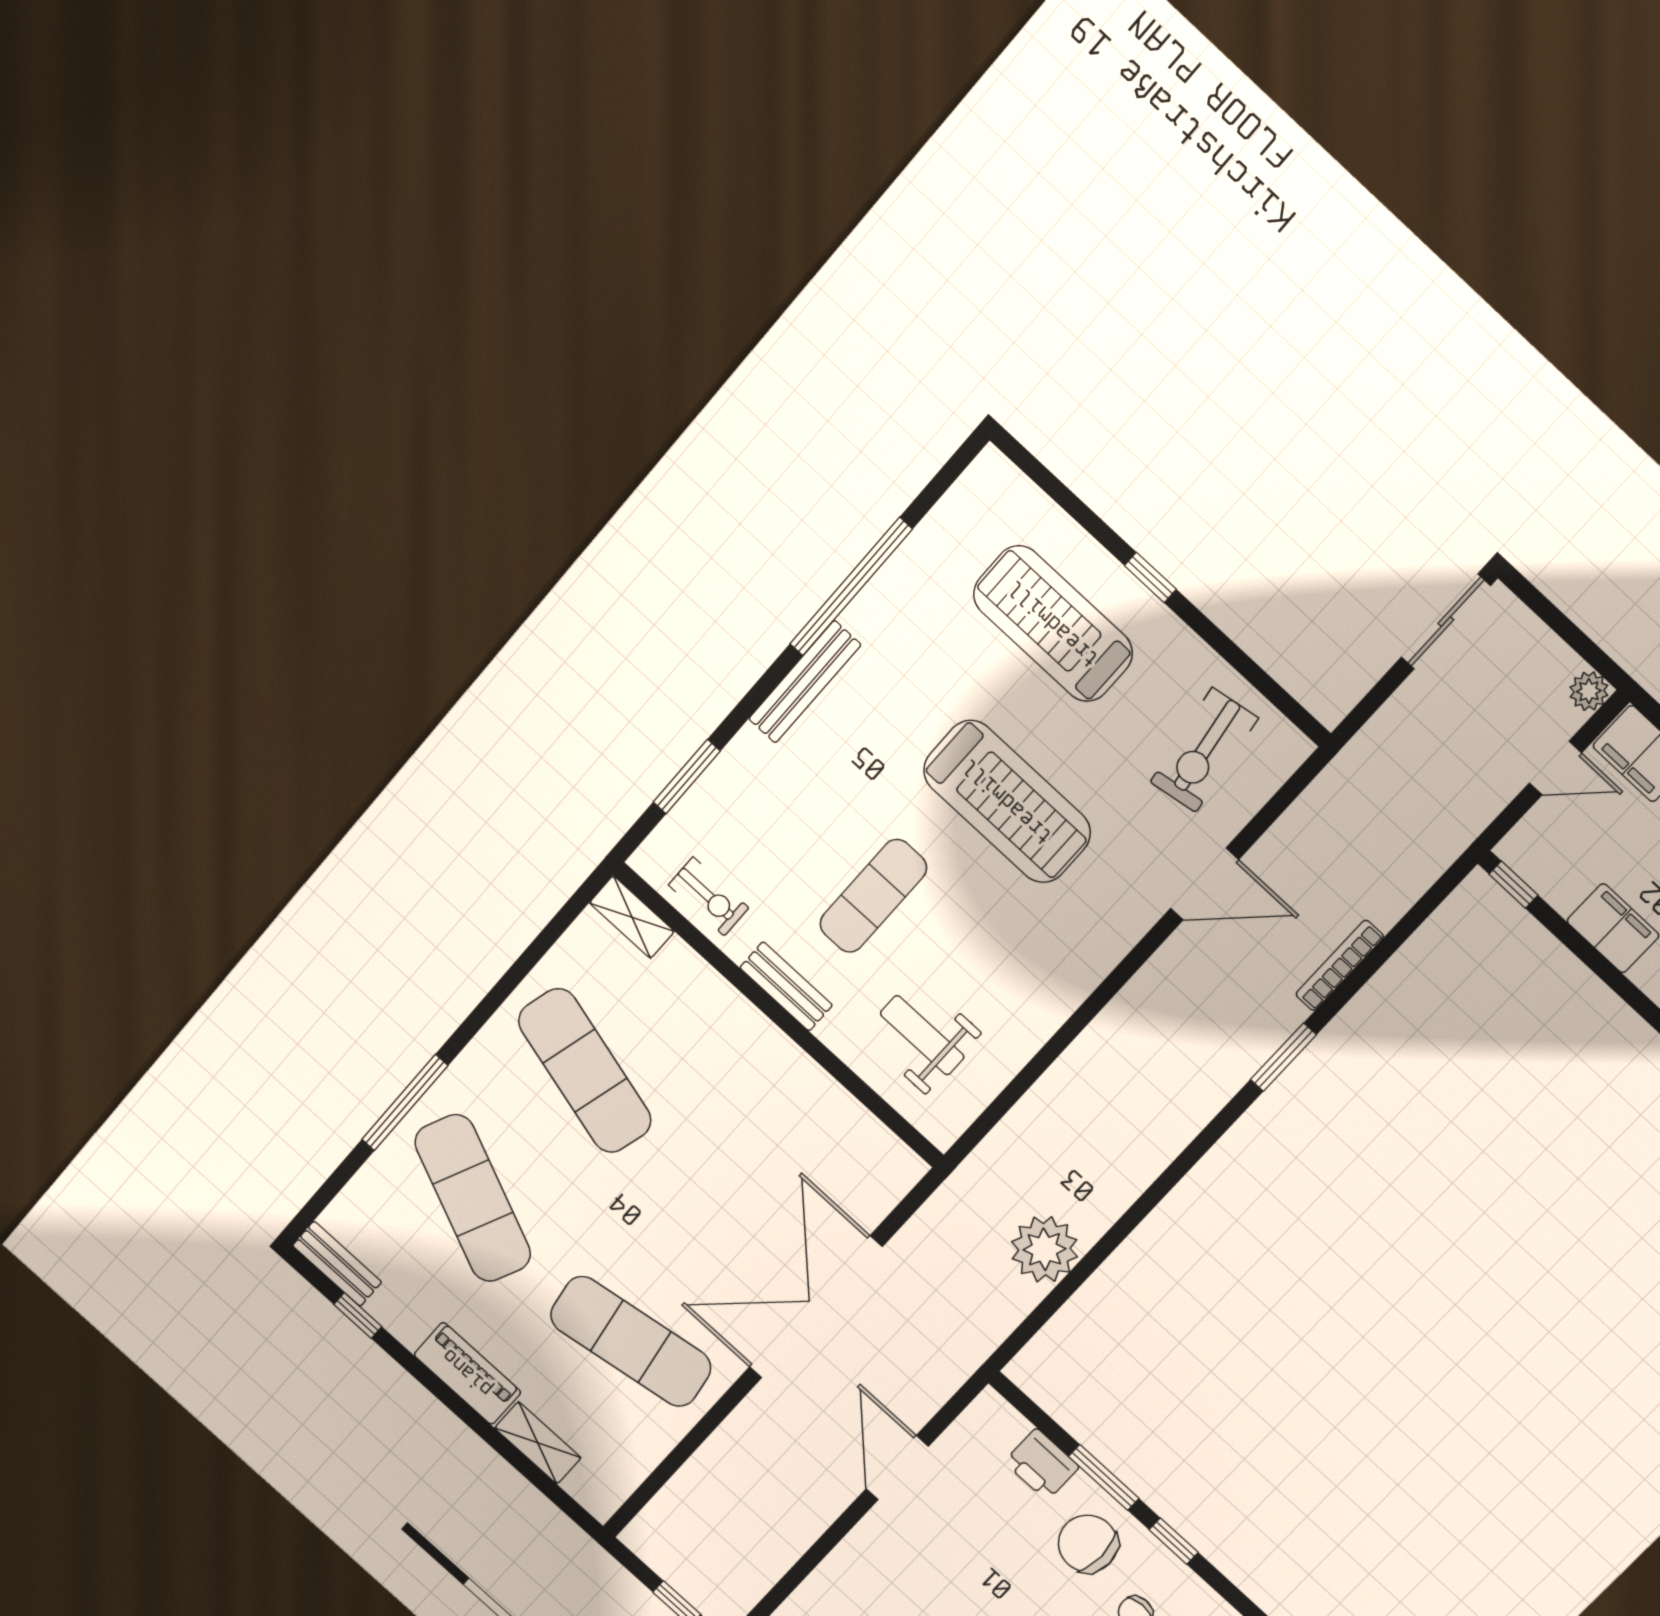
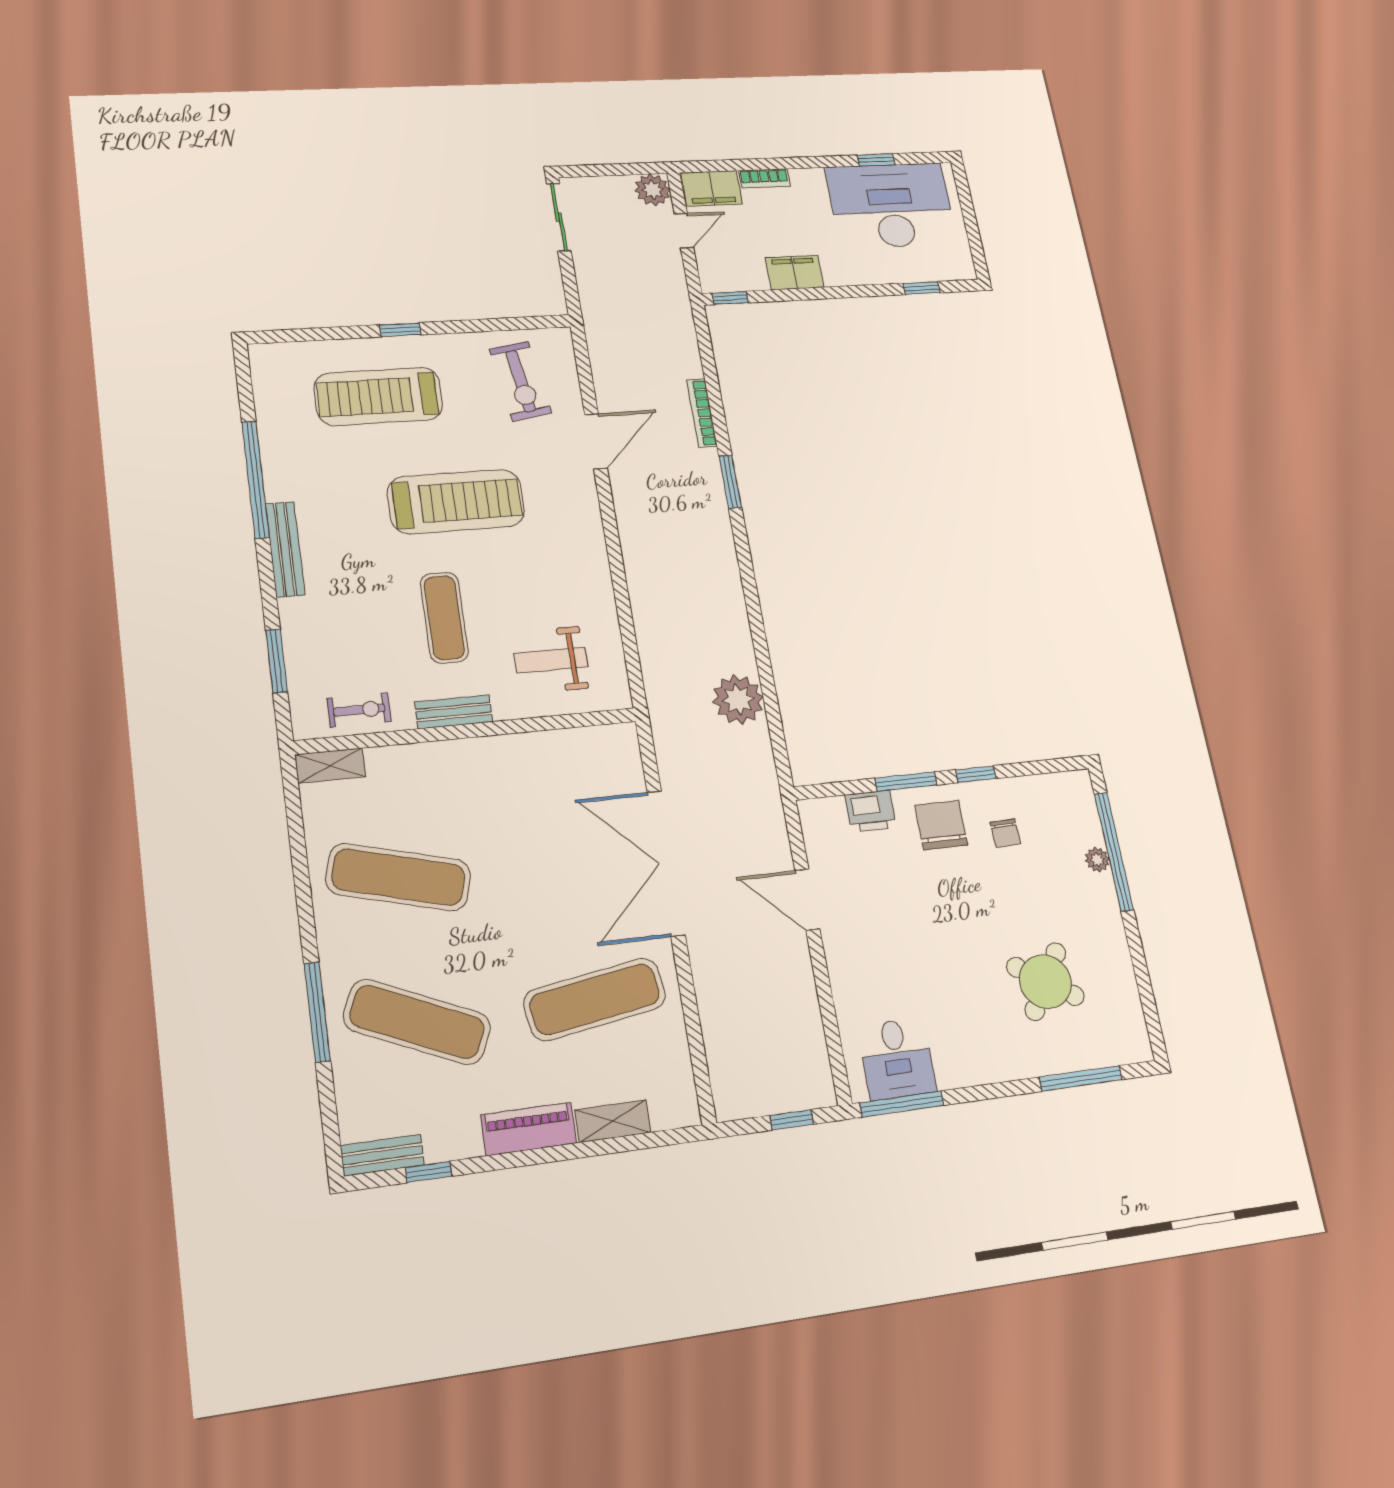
plant: (1589, 691) -> (653, 190), width x1.38, depth x1.38
chair: (1088, 1544) -> (941, 825), turned 90

